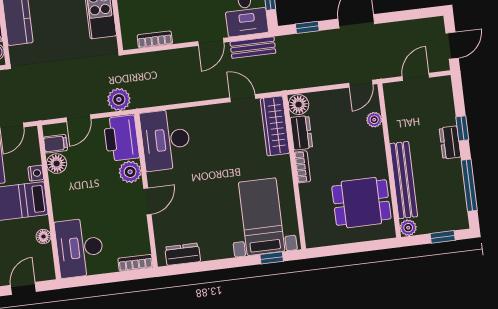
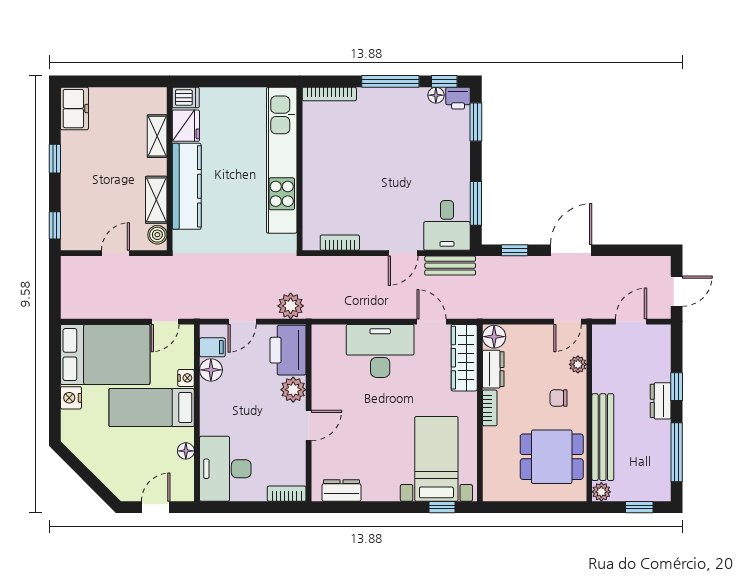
desk: (166, 140) -> (380, 351), moved, turned 90
chair: (361, 151) -> (559, 398), added

